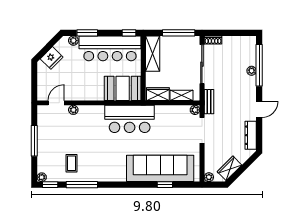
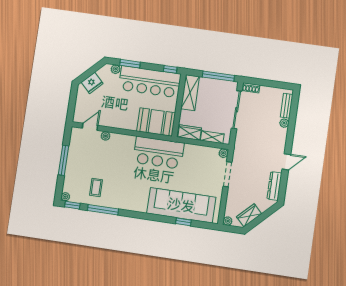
window: (259, 65) -> (292, 119), removed
bench: (209, 102) -> (287, 106), moved

